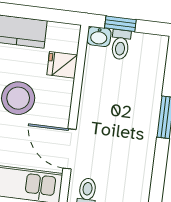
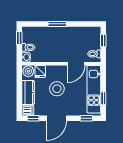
window: (120, 24) -> (19, 38), moved
plant: (66, 38) -> (28, 71), added

